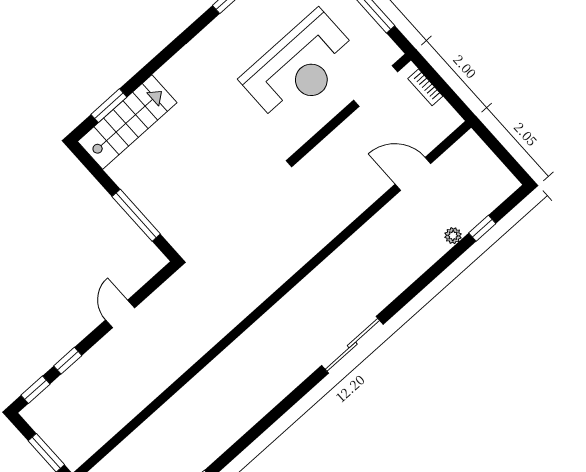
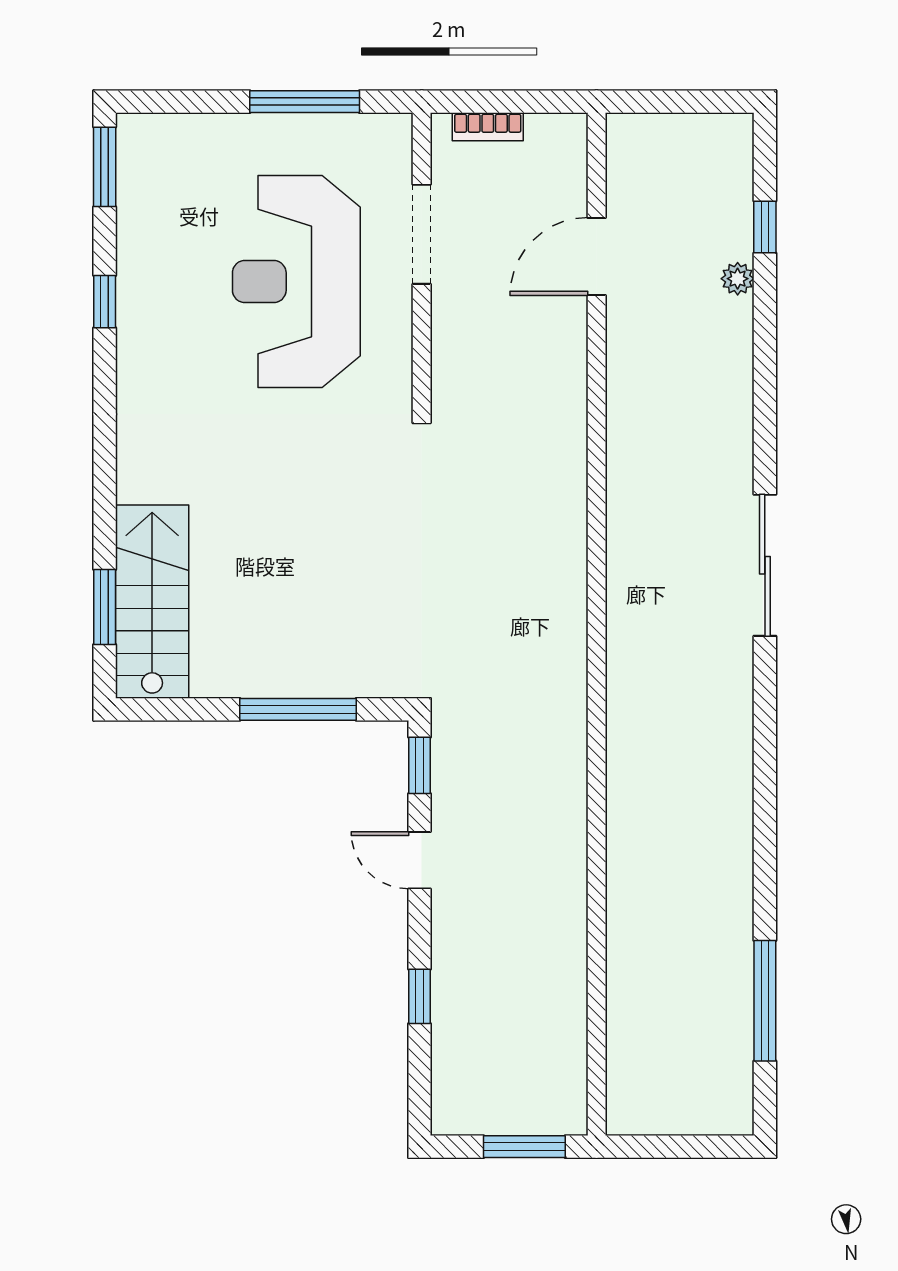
reception desk: (300, 67) -> (296, 282), turned 180
doorway: (376, 86) -> (422, 234), moved
window: (35, 390) -> (419, 765), moved

